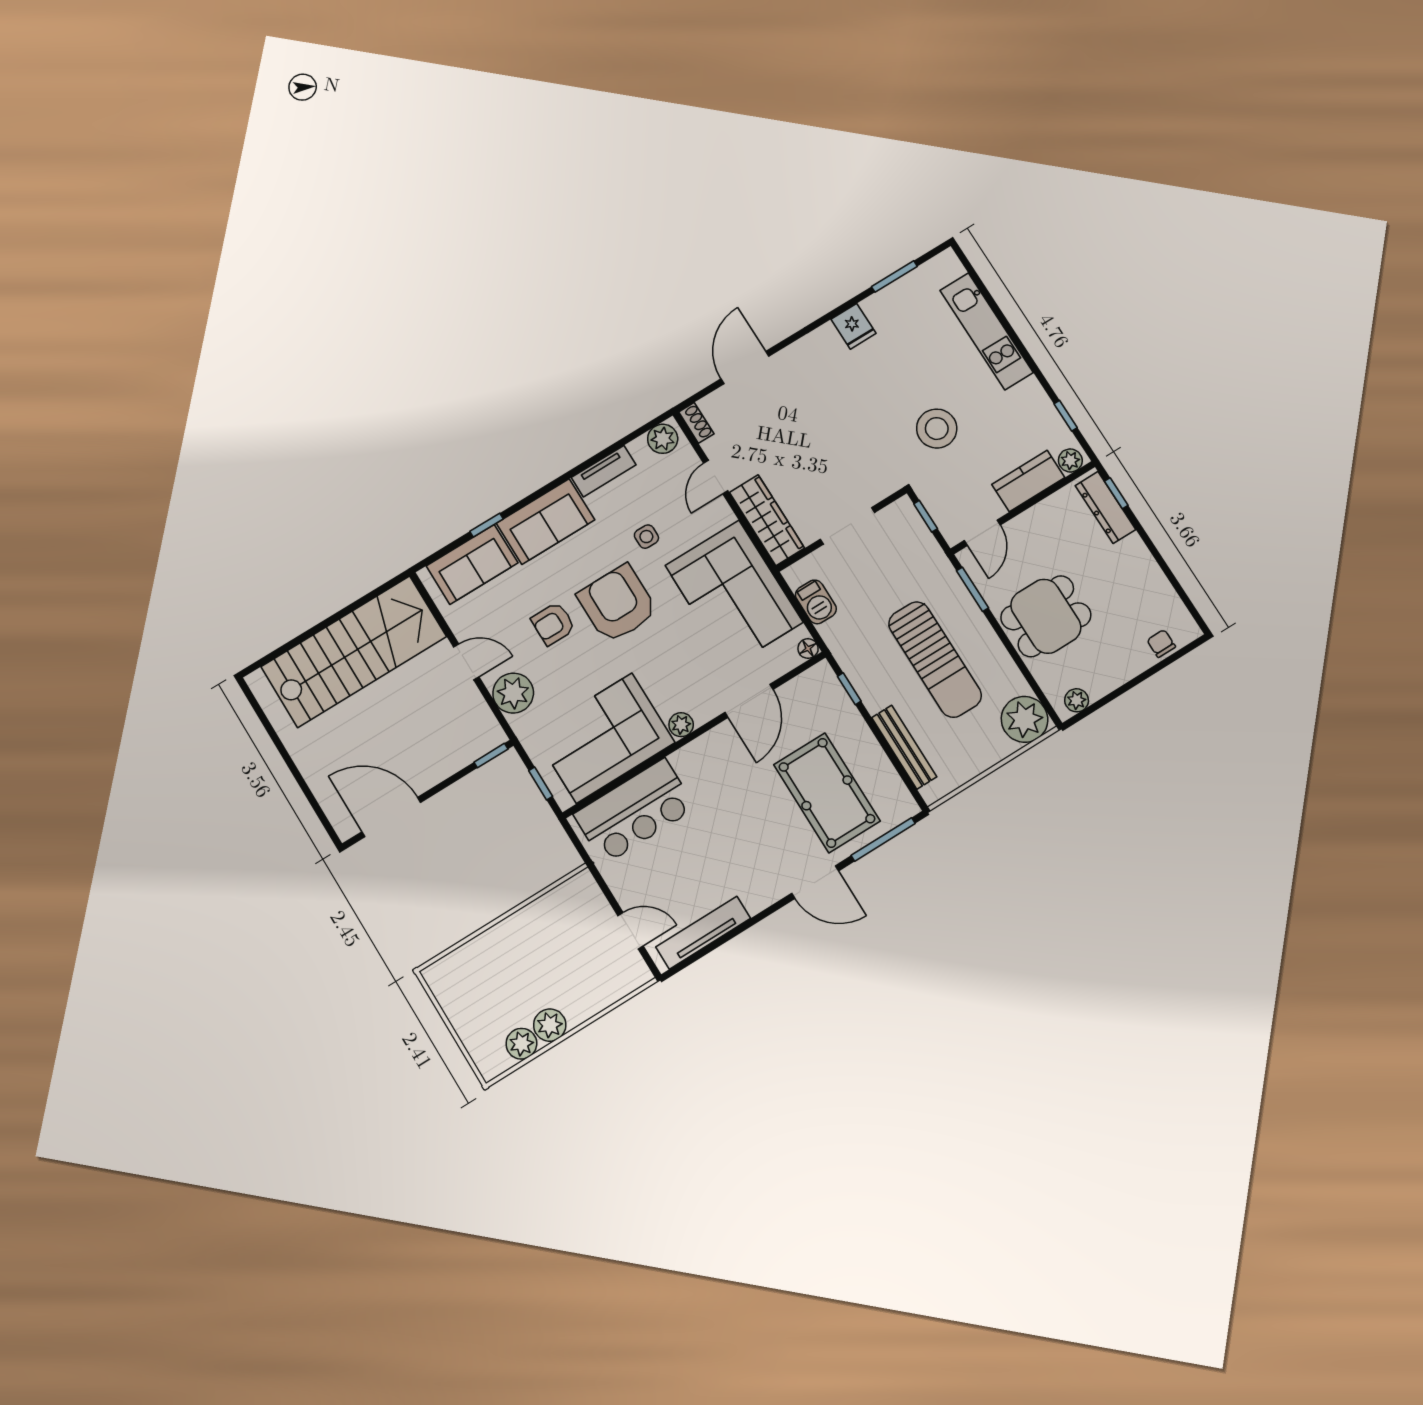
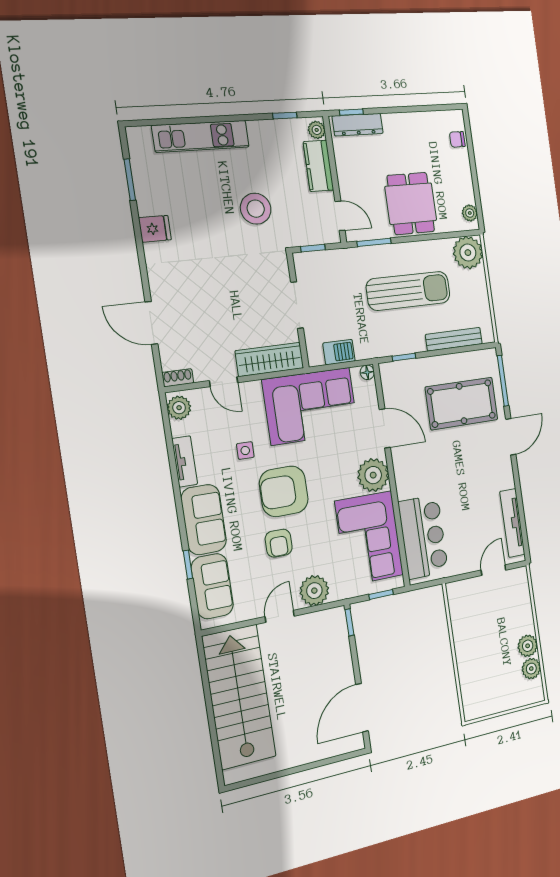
plant: (681, 725) -> (373, 475), width x1.87, depth x1.87

